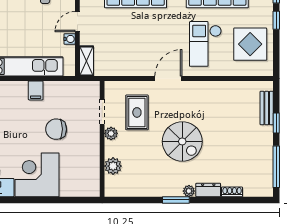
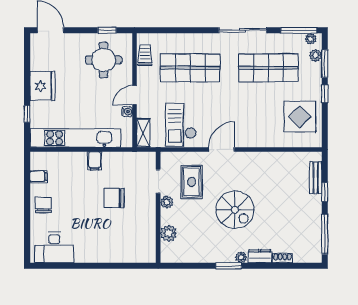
checkout: (205, 44) -> (181, 124), moved
corner desk: (37, 175) -> (96, 242), removed

